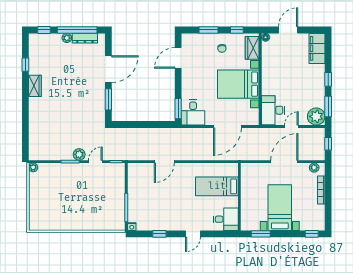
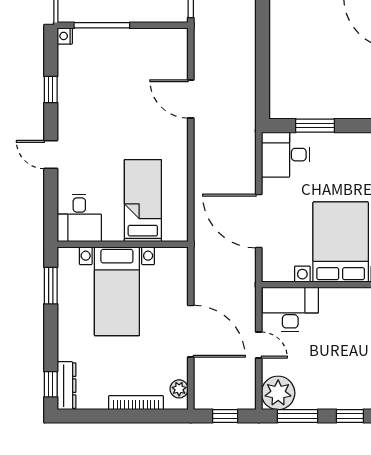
window: (178, 109) -> (315, 126), moved
bed with nightstands: (280, 208) -> (117, 291), moved, turned 90
dresser: (312, 226) -> (67, 386), added

